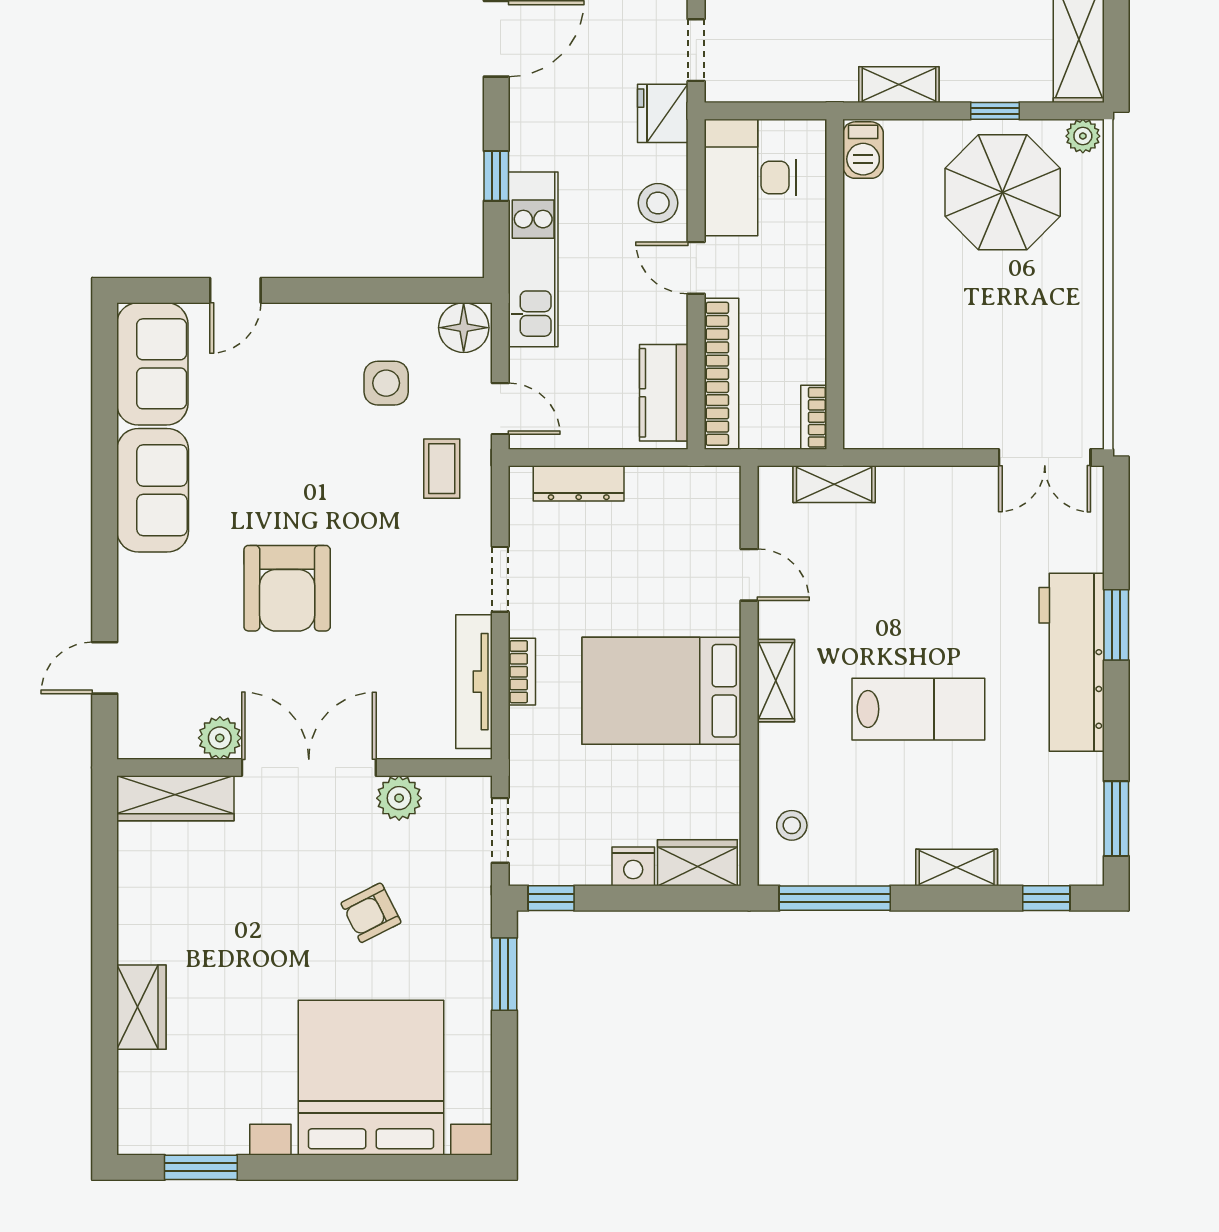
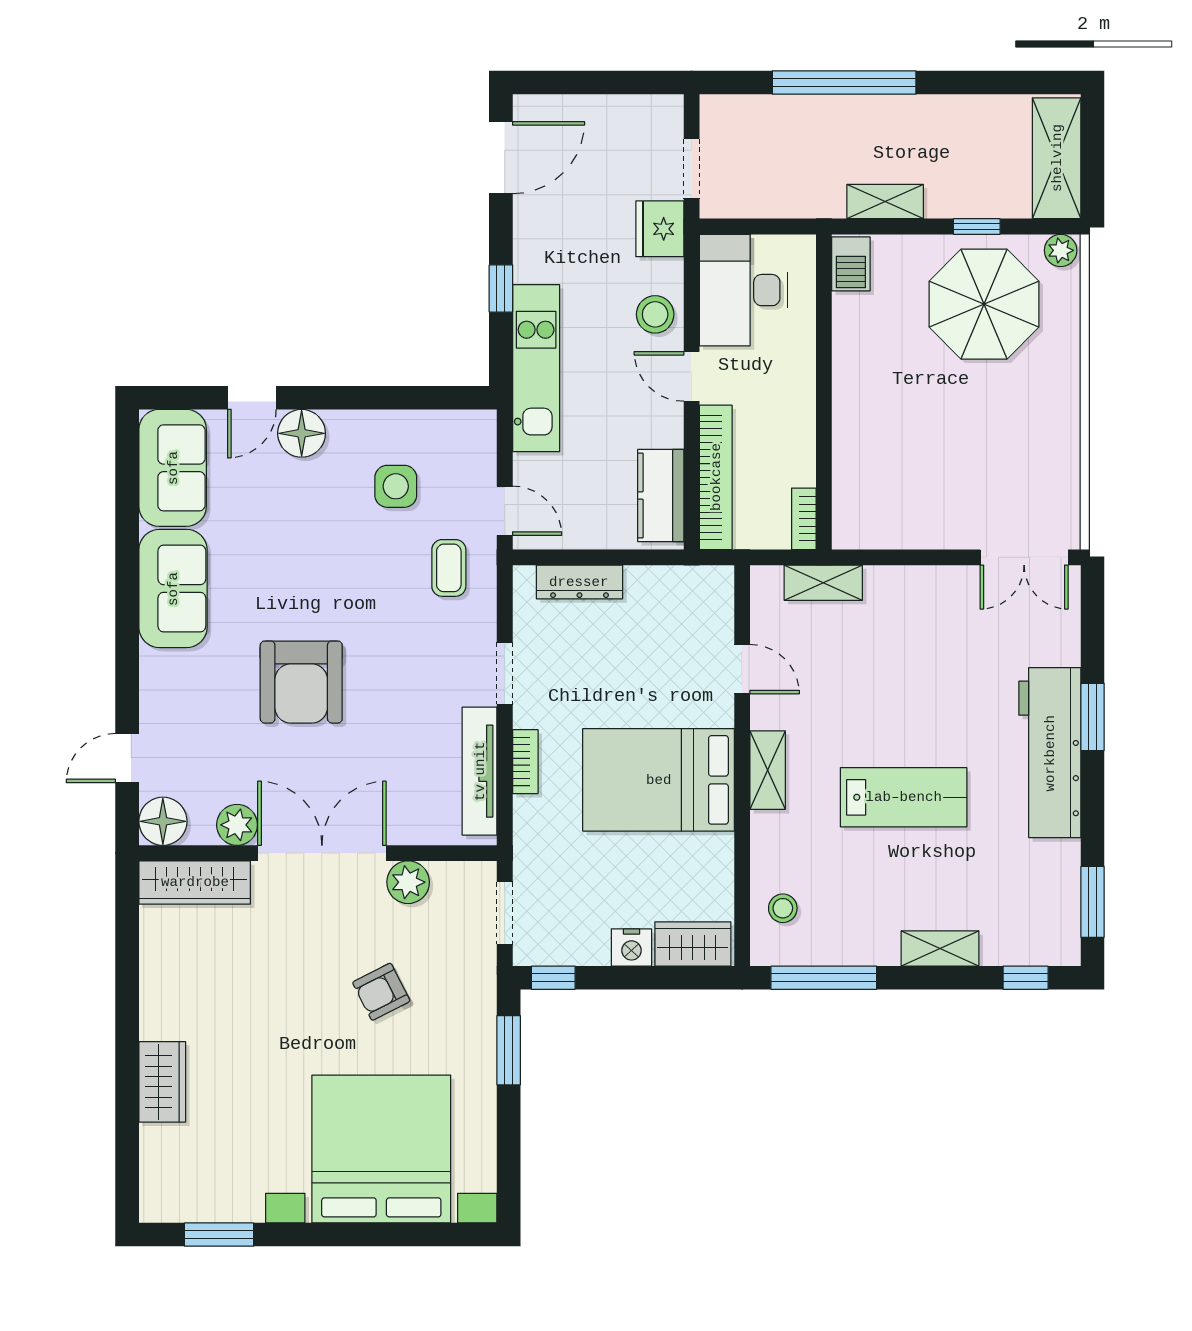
floor lamp: (464, 328) -> (302, 433), moved
floor lamp: (142, 734) -> (163, 821), added

